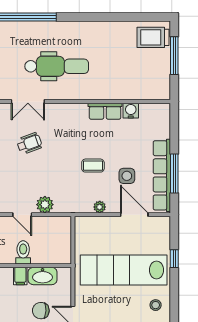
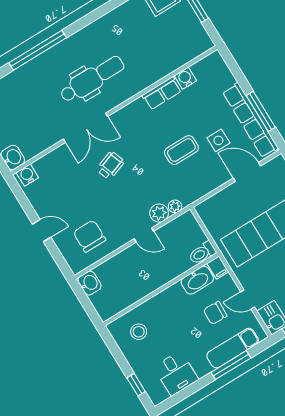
double door: (28, 102) -> (85, 128), width x1.37
coffee table: (93, 166) -> (181, 150), width x1.36, depth x1.30
plant: (100, 207) -> (175, 206), moved
toilet: (23, 252) -> (202, 253), moved, turned -90
filing cabinet: (20, 276) -> (218, 268), moved

